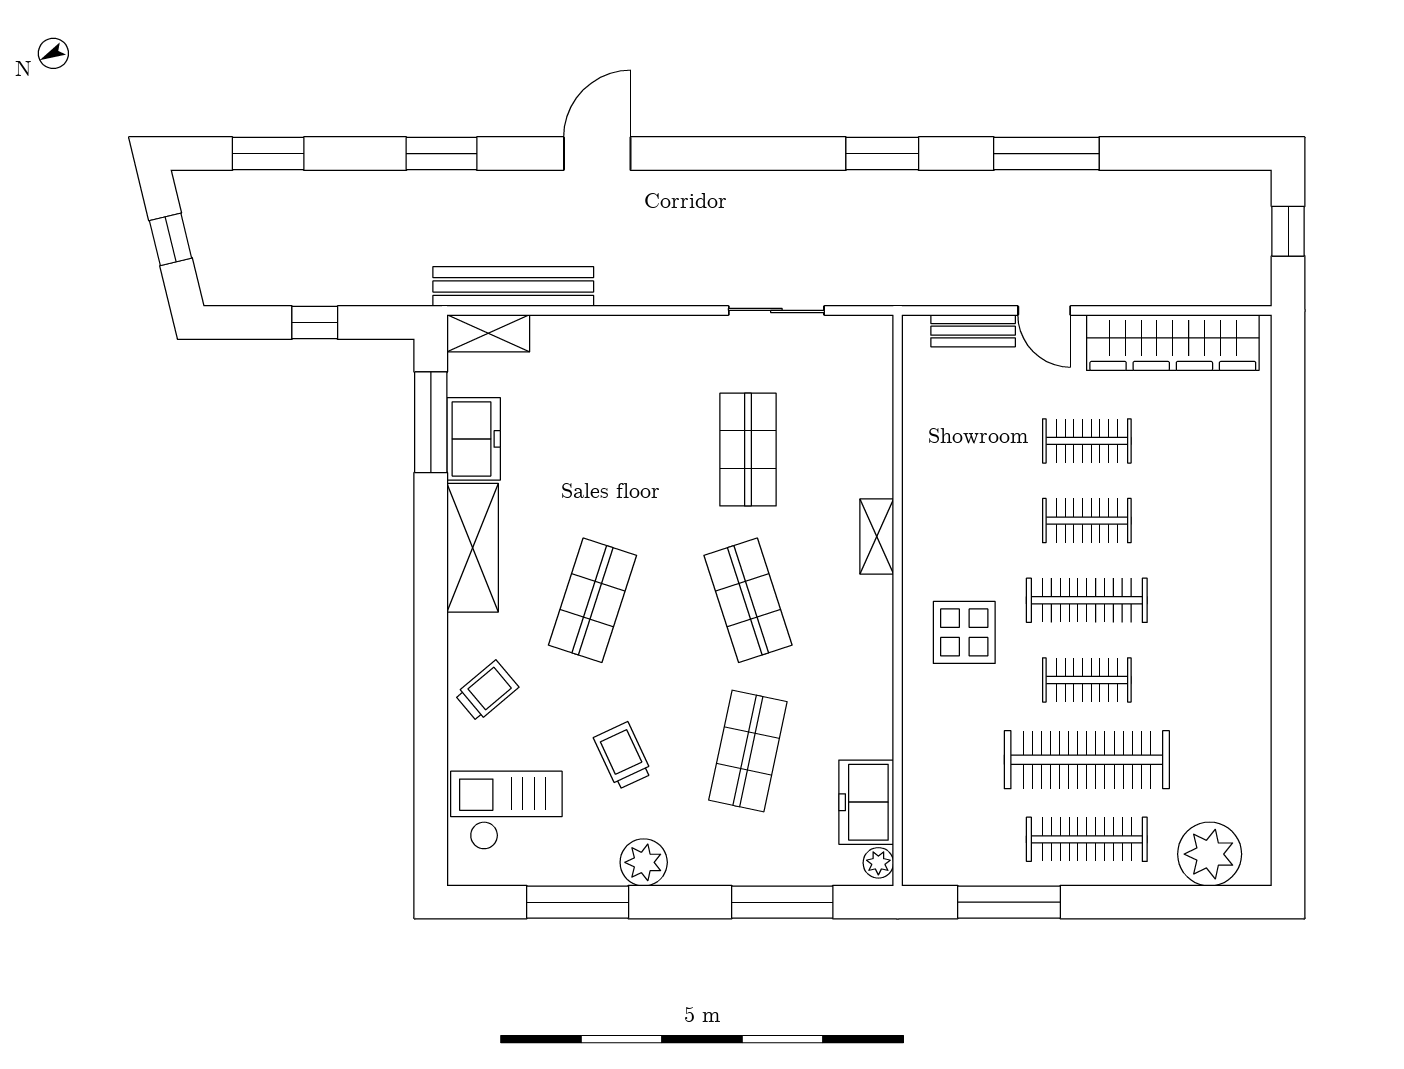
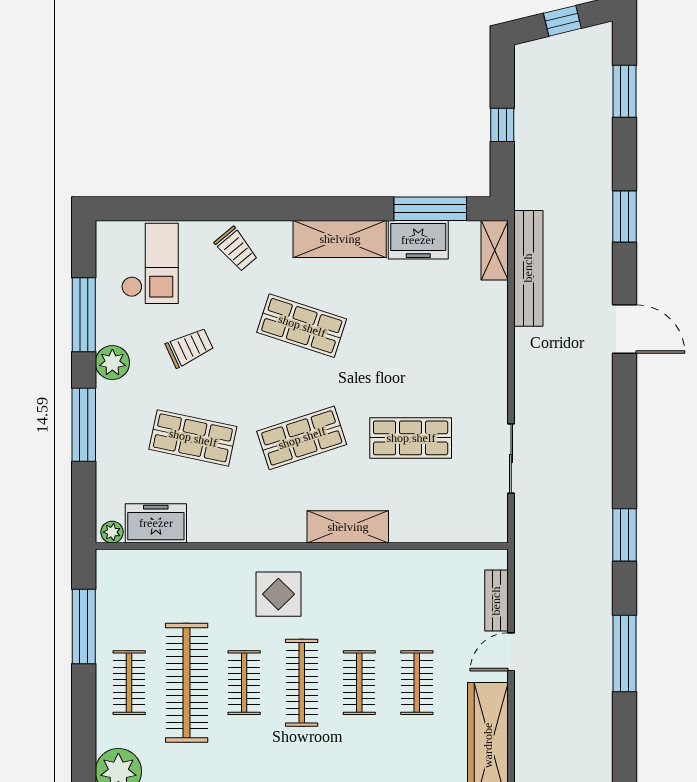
shelving: (877, 537) -> (348, 527), width x1.50, depth x1.33
clothes rail: (1087, 839) -> (129, 683), width x0.73
window: (782, 902) -> (84, 425), moved

